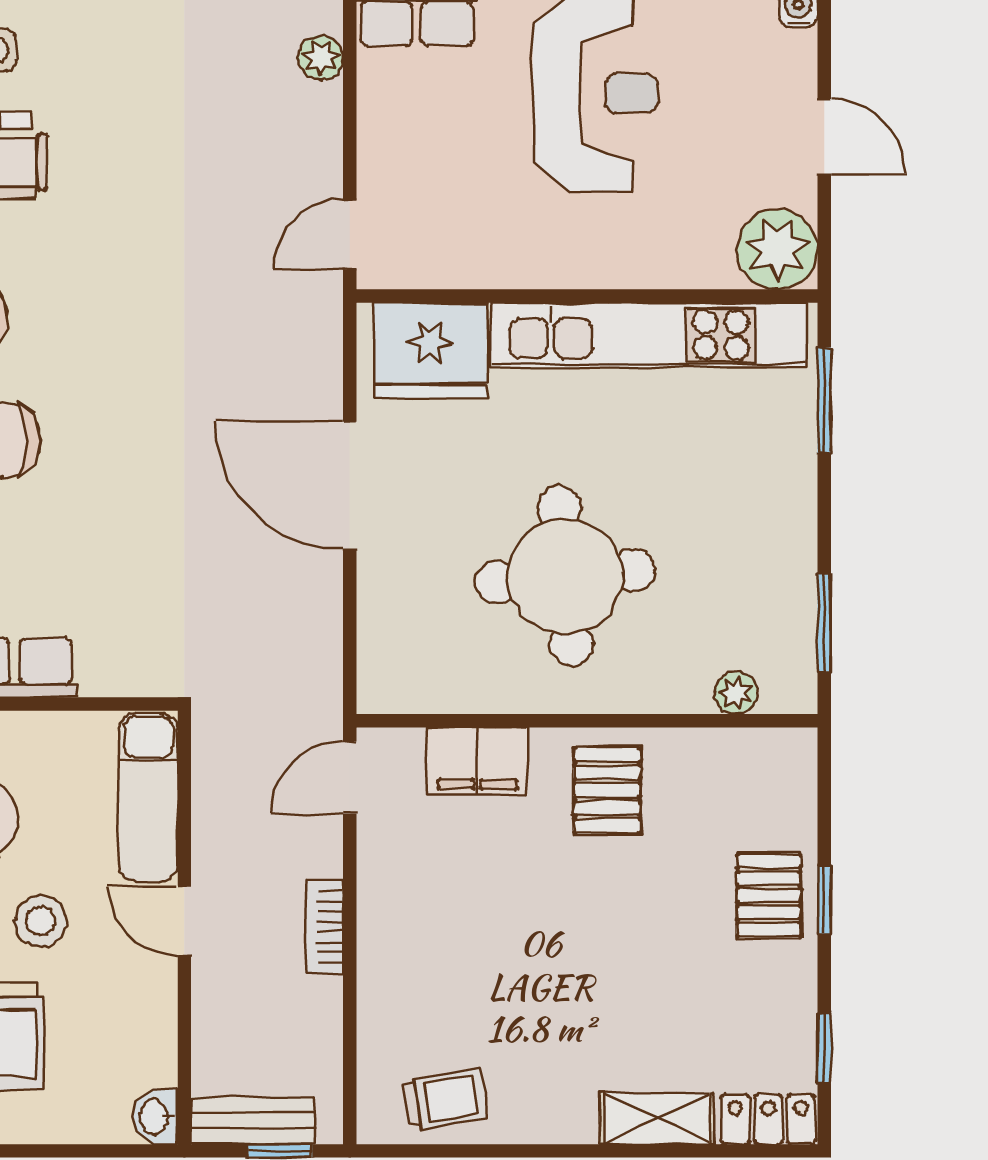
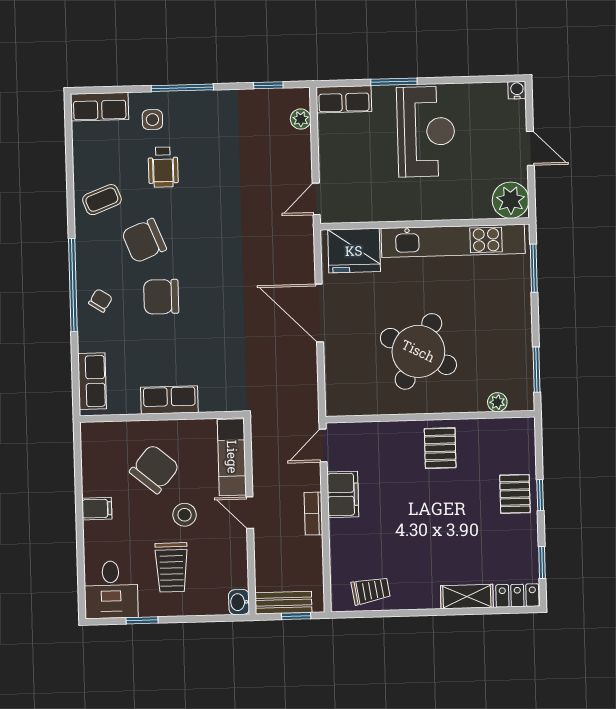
round table: (565, 576) -> (418, 351), turned 32
filing cabinet: (477, 761) -> (343, 494), moved, turned -90

